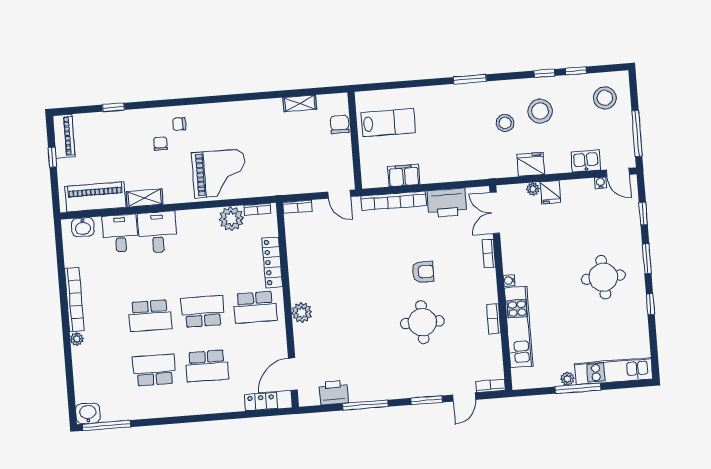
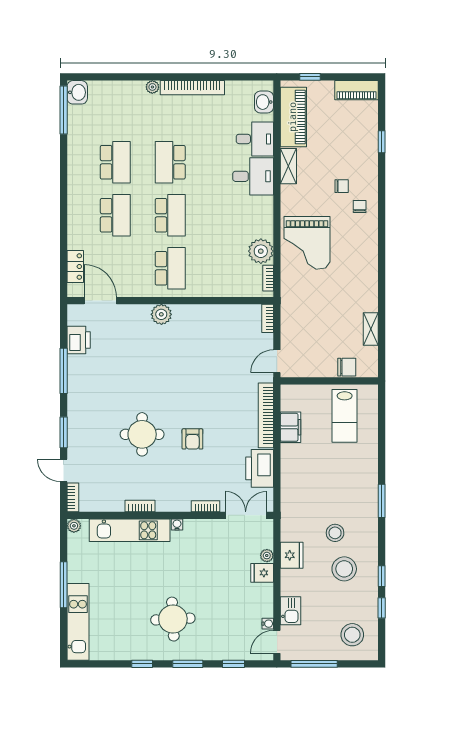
window: (52, 157) -> (310, 77), moved
locker: (272, 262) -> (214, 289), removed
school desk: (255, 307) -> (170, 268), turned 180
school desk: (207, 366) -> (115, 215), turned 180
plant: (567, 379) -> (74, 526), moved

